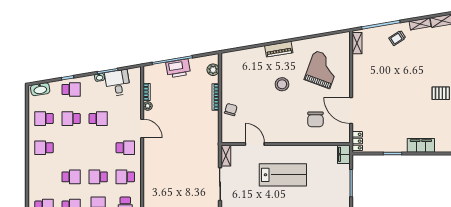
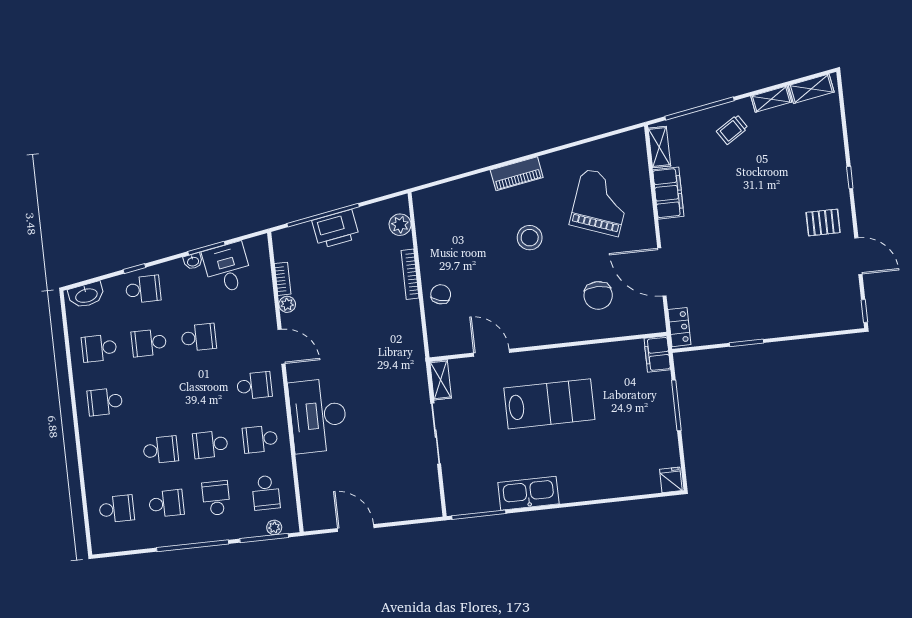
filing cabinet: (421, 145) -> (668, 193), moved, turned 90
desk: (158, 168) -> (318, 416), added

